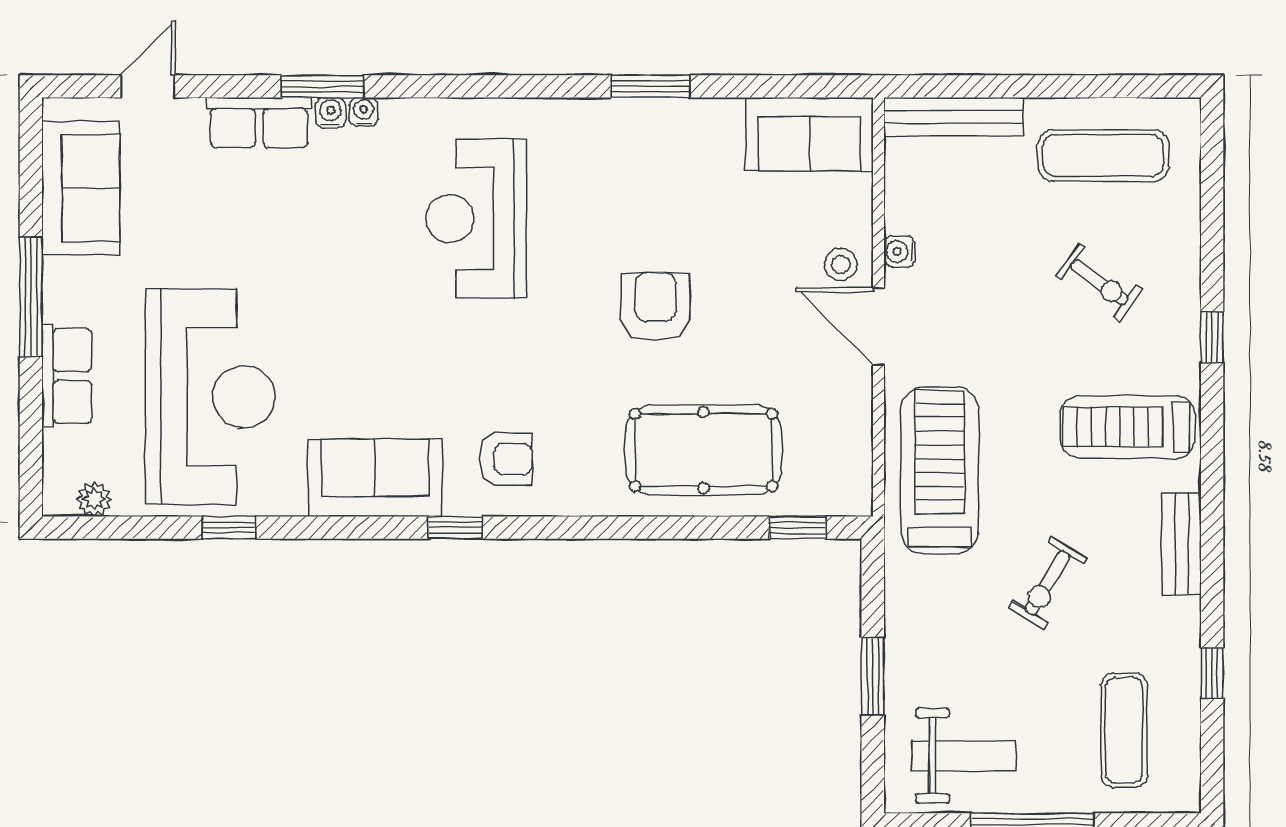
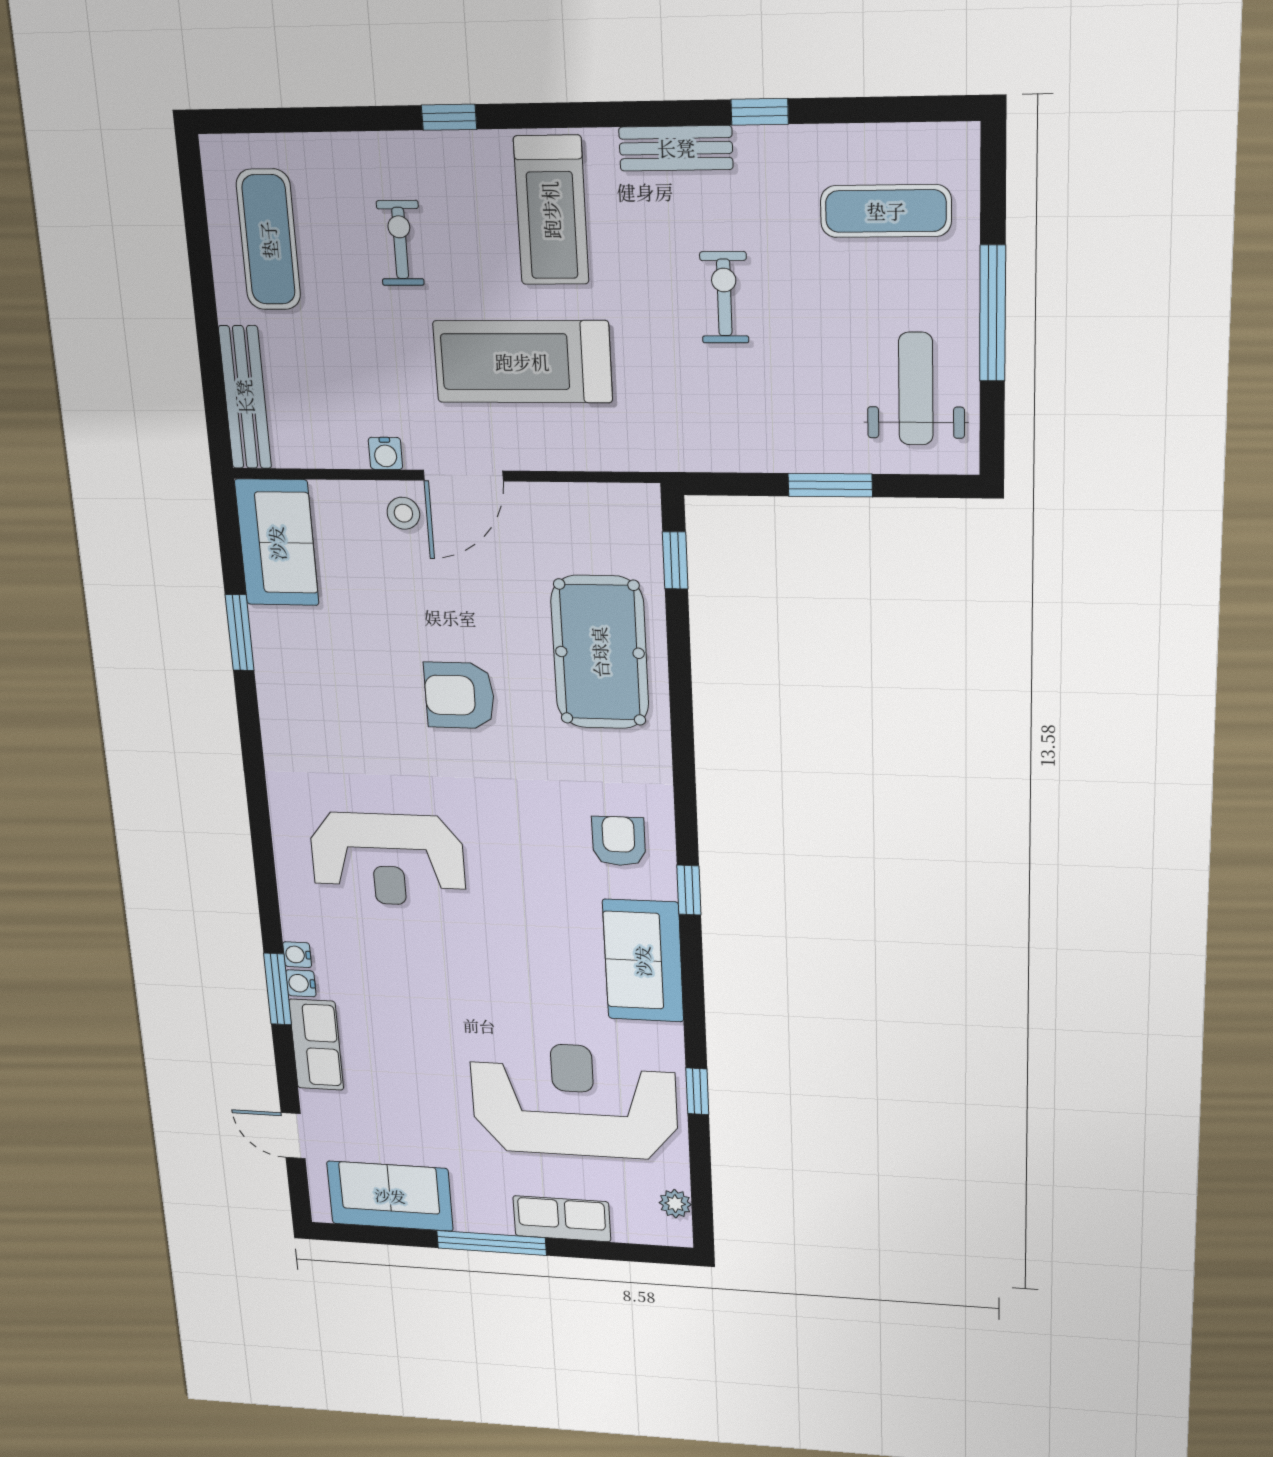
window: (650, 86) -> (240, 633), moved
exercise bike: (1099, 282) -> (400, 243), turned -36
treadmill: (940, 470) -> (522, 362), moved
exercise bike: (1048, 583) -> (724, 297), turned -121
window: (1212, 673) -> (760, 112), moved

